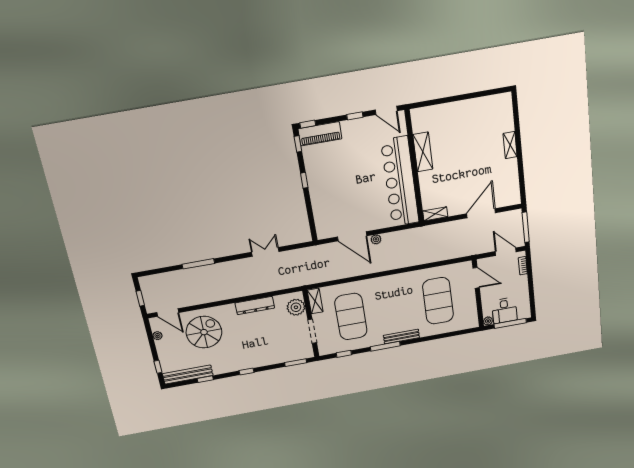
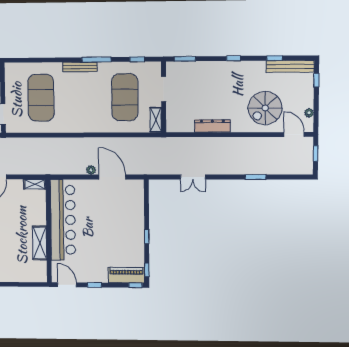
window: (198, 264) -> (255, 177), width x0.69
plant: (296, 307) -> (175, 117), removed

